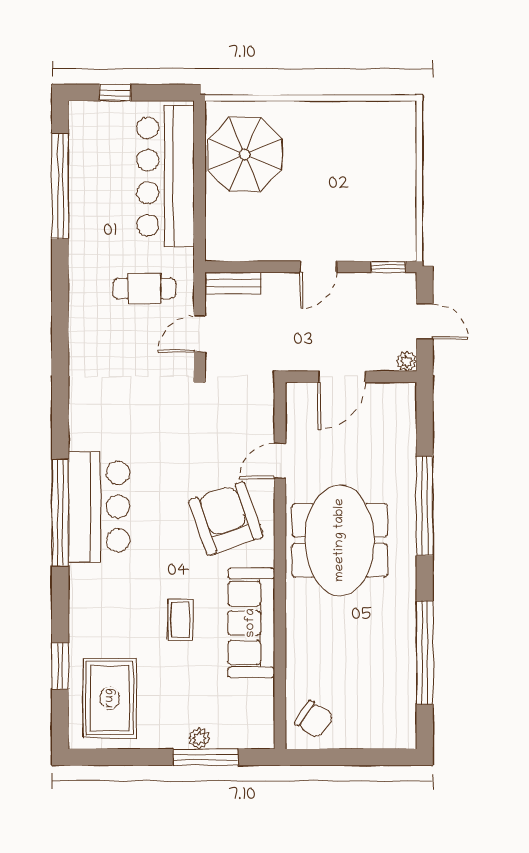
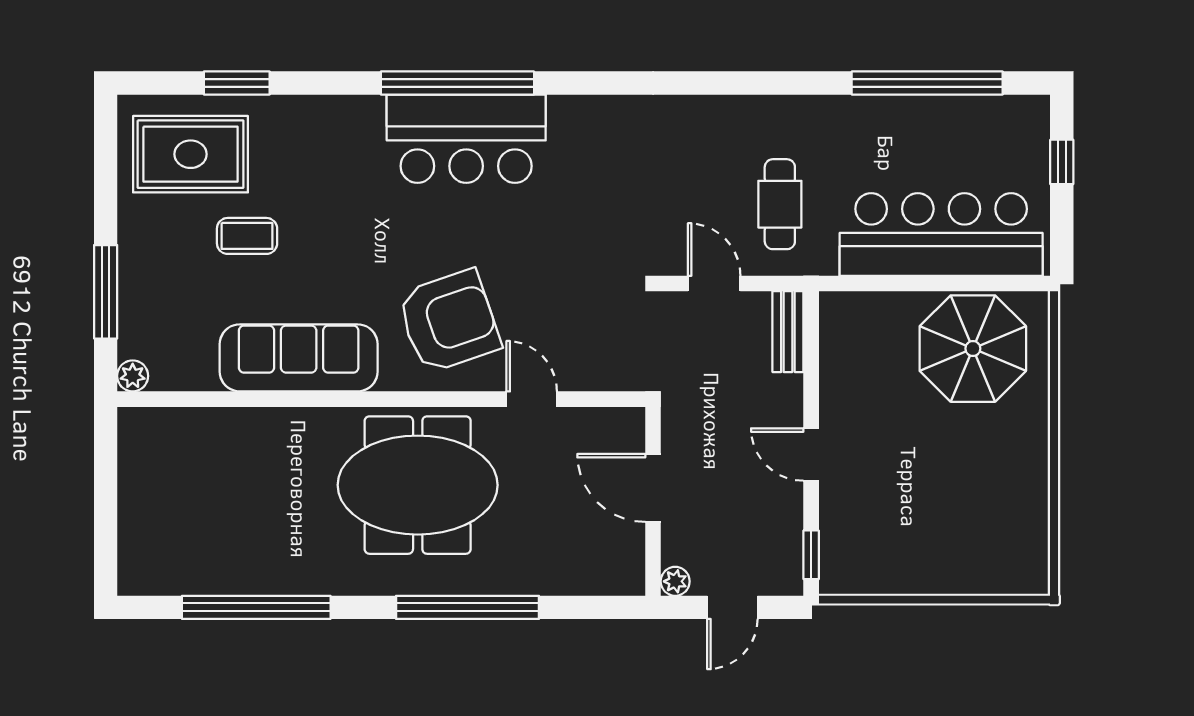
coffee table: (180, 619) -> (247, 236), moved
chair: (314, 719) -> (160, 448), removed
plant: (199, 738) -> (133, 376), moved

